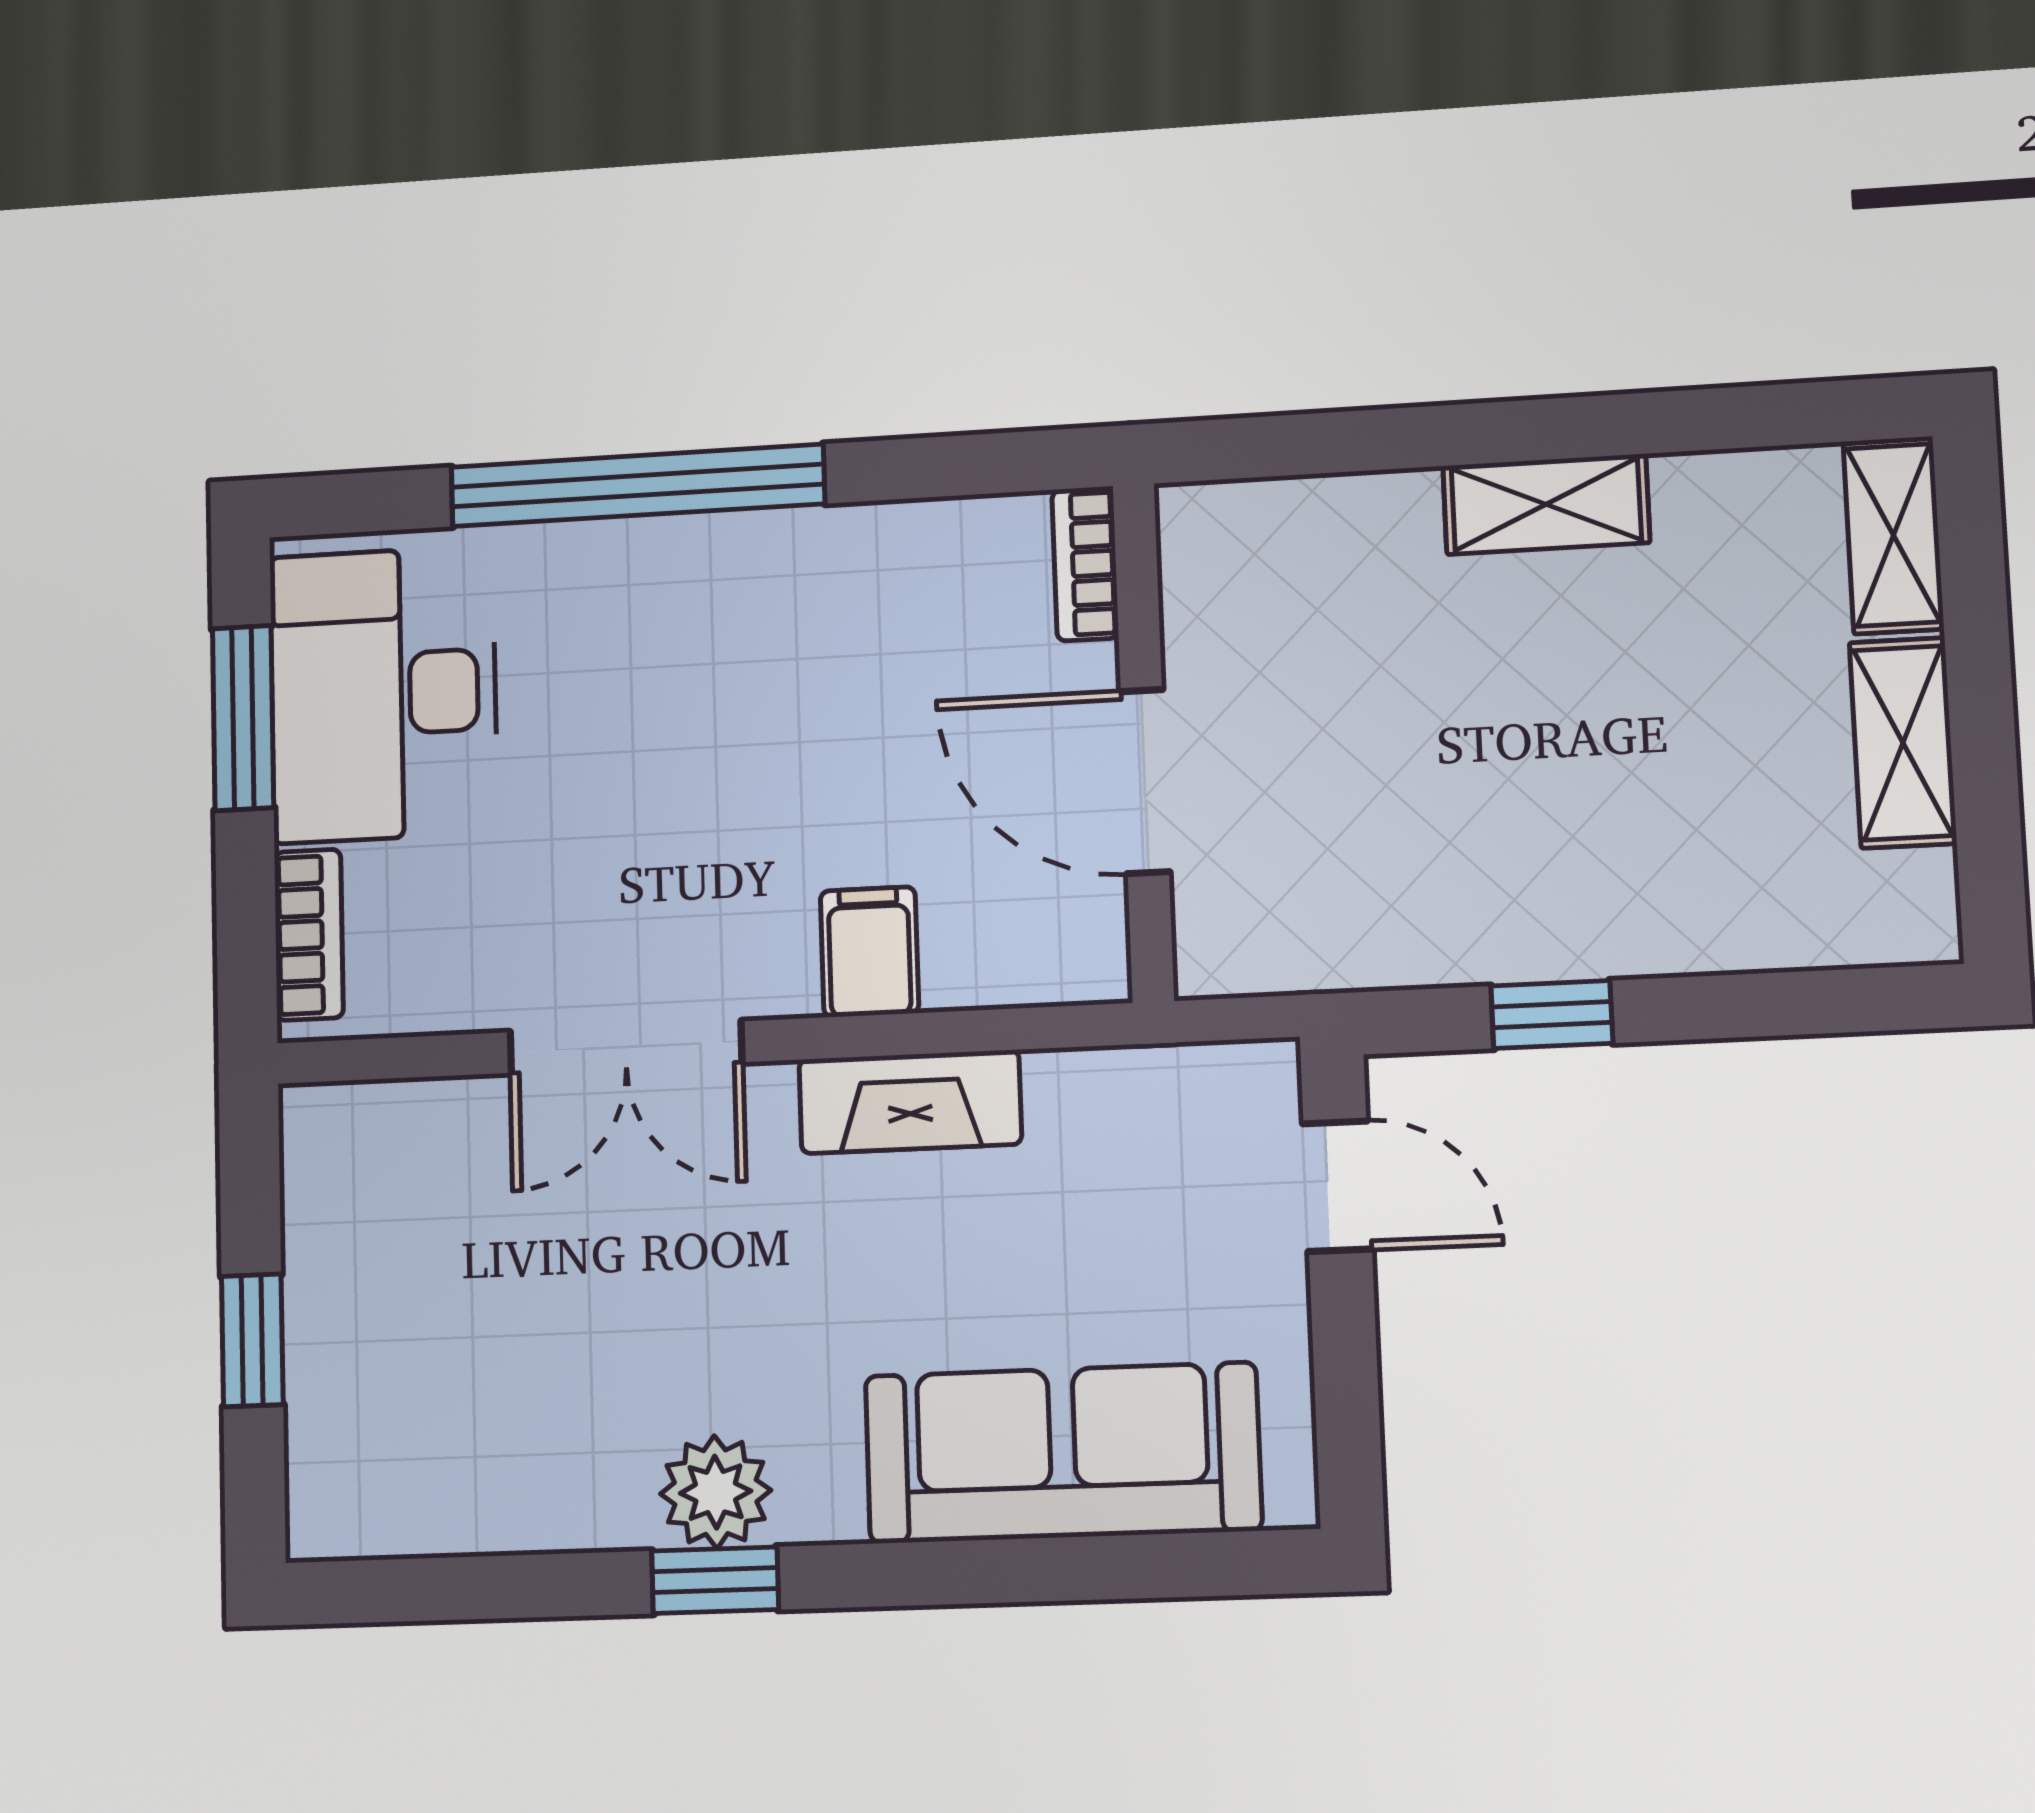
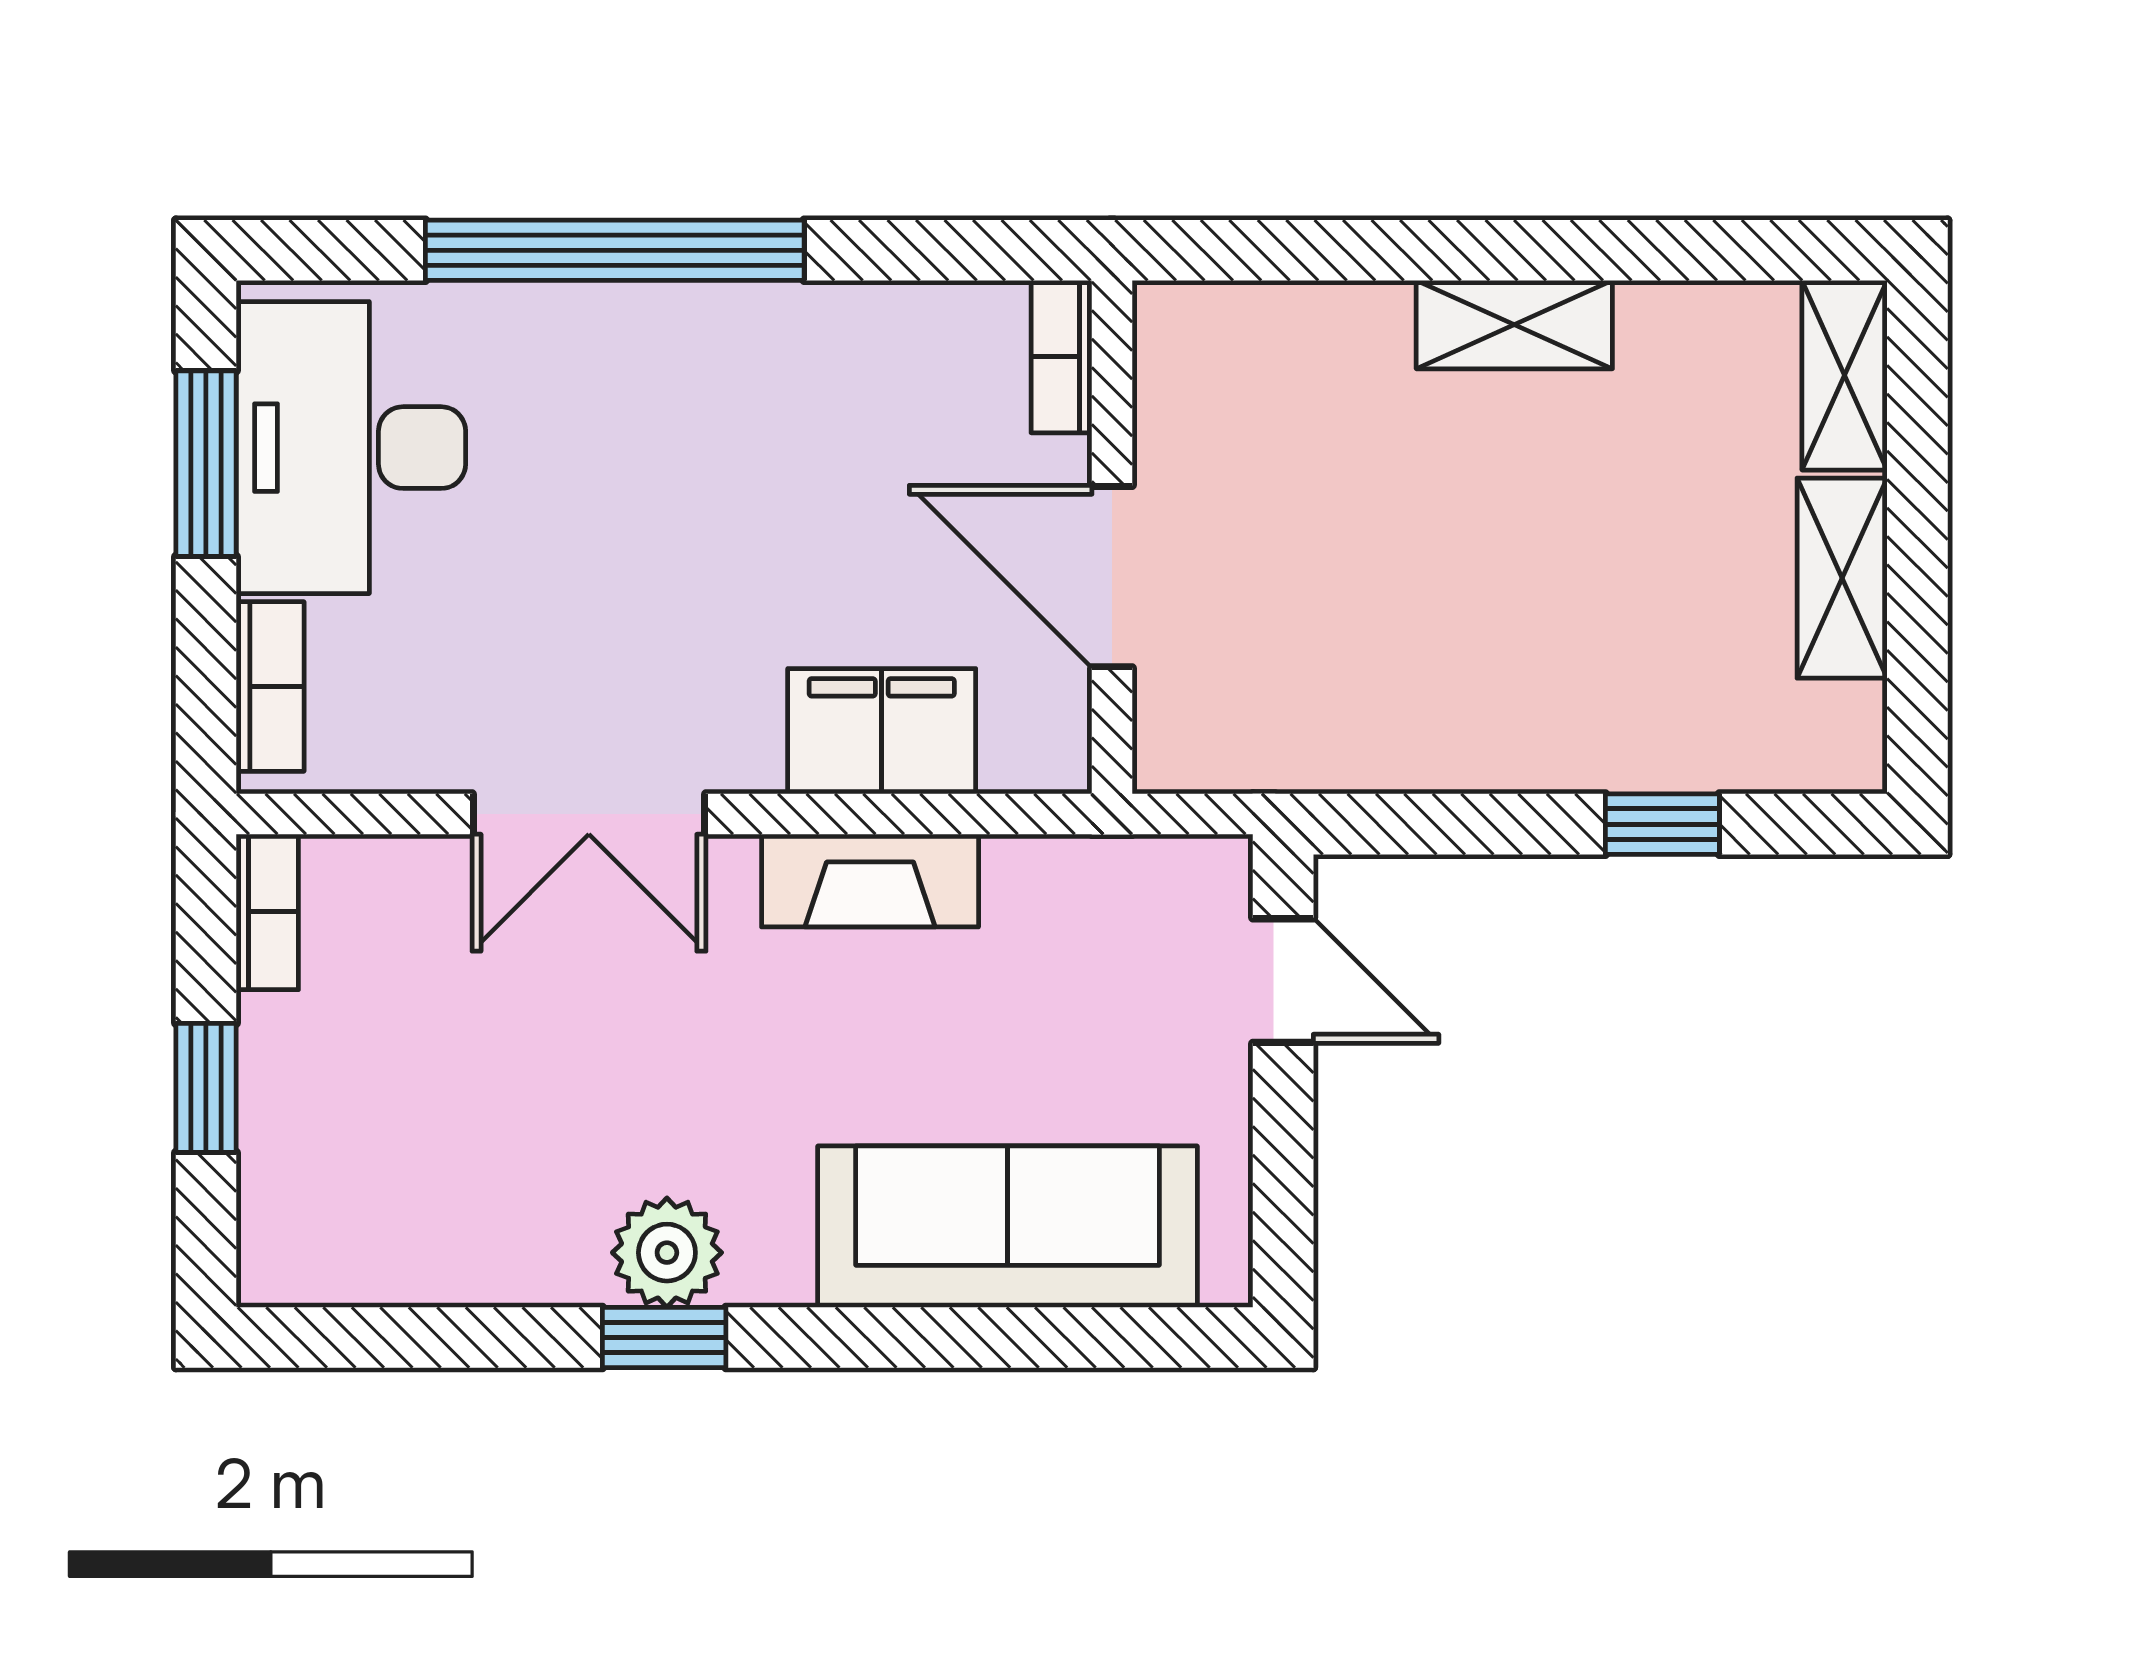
filing cabinet: (870, 952) -> (882, 731), width x2.00
window: (1552, 1015) -> (1662, 824), moved
bookcase: (310, 1160) -> (267, 912), added

